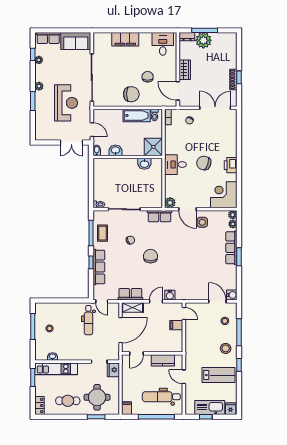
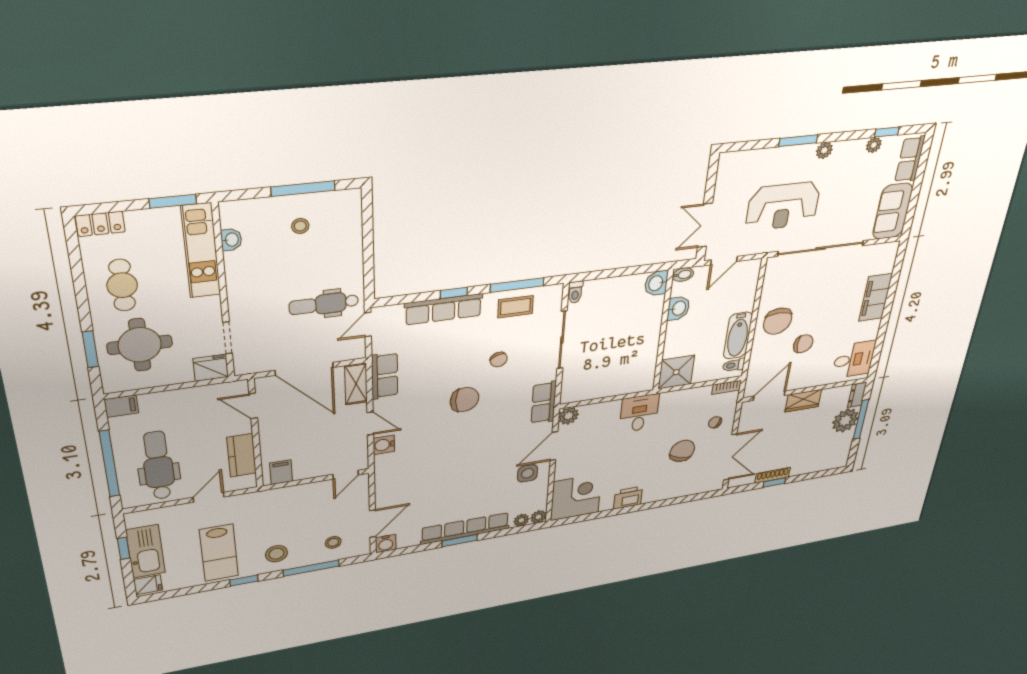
chair: (204, 163) -> (682, 451), moved
washbasin: (144, 164) -> (656, 283), moved
row of seats: (231, 248) -> (465, 528), width x1.36
filing cabinet: (176, 325) -> (281, 472), moved

